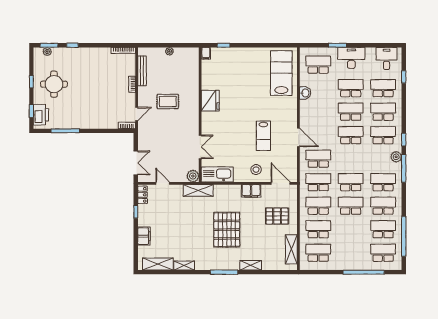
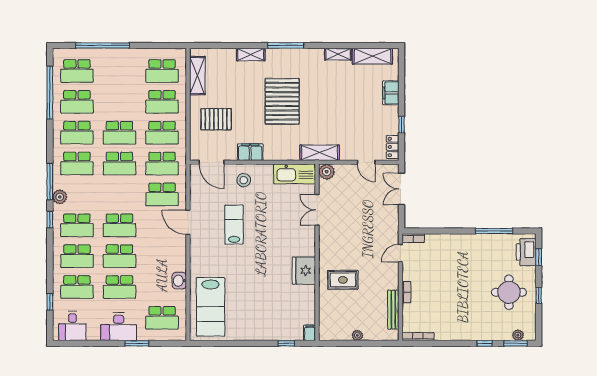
rug: (168, 101) -> (343, 280), moved

